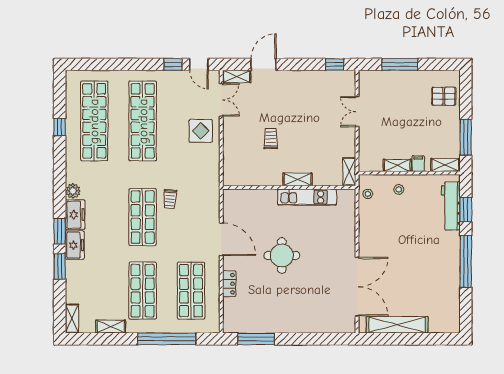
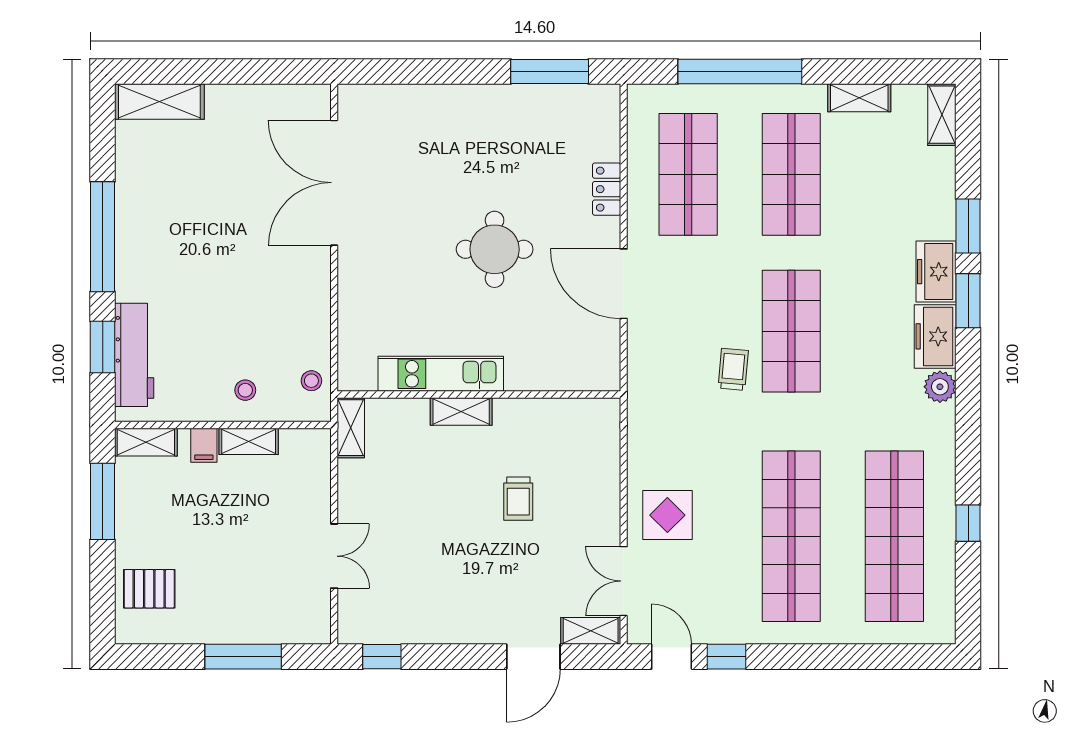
shelving: (397, 325) -> (159, 102), moved, width x0.68

